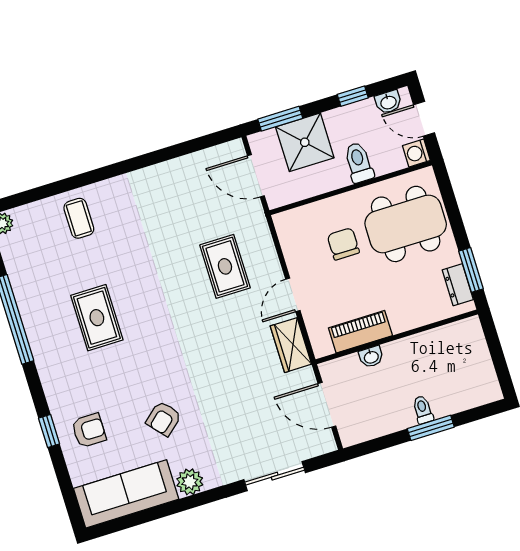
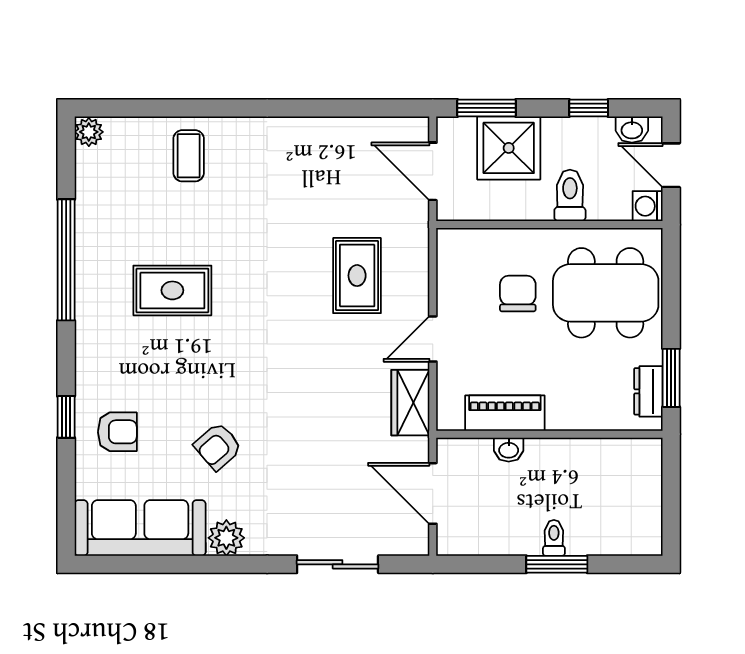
rug: (97, 318) -> (172, 290), turned 90

